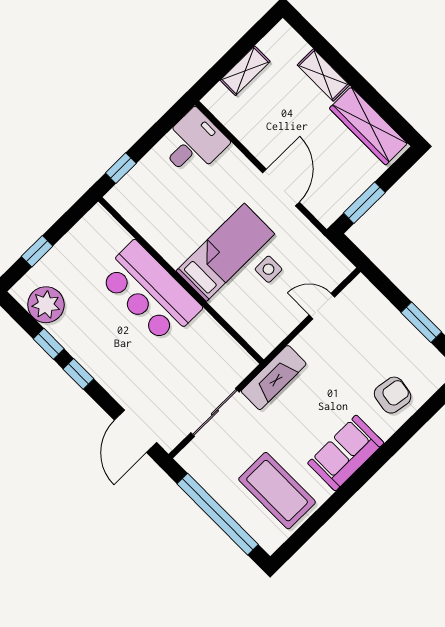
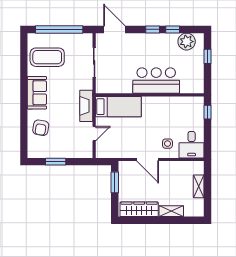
bed: (225, 252) -> (118, 107), moved, turned -90
side table: (268, 269) -> (167, 144), moved
fireplace: (274, 378) -> (86, 106), moved

